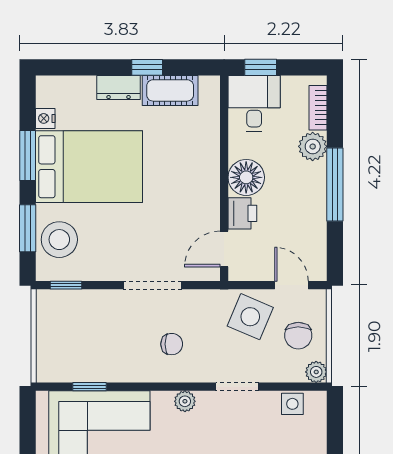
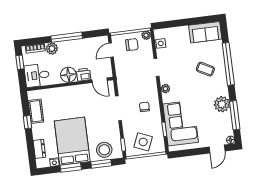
window: (261, 67) -> (20, 62), moved
dresser: (119, 88) -> (39, 149), moved
side table: (250, 317) -> (143, 142), moved
chair: (172, 344) -> (144, 107), moved

